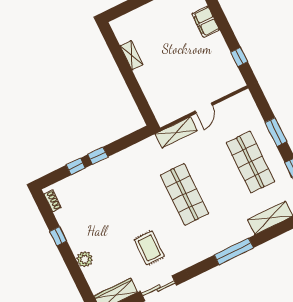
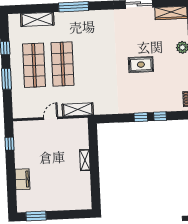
shelving: (132, 55) -> (85, 160), moved
shop shelf: (185, 194) -> (63, 64), moved
rug: (149, 248) -> (141, 65), moved, turned 90

